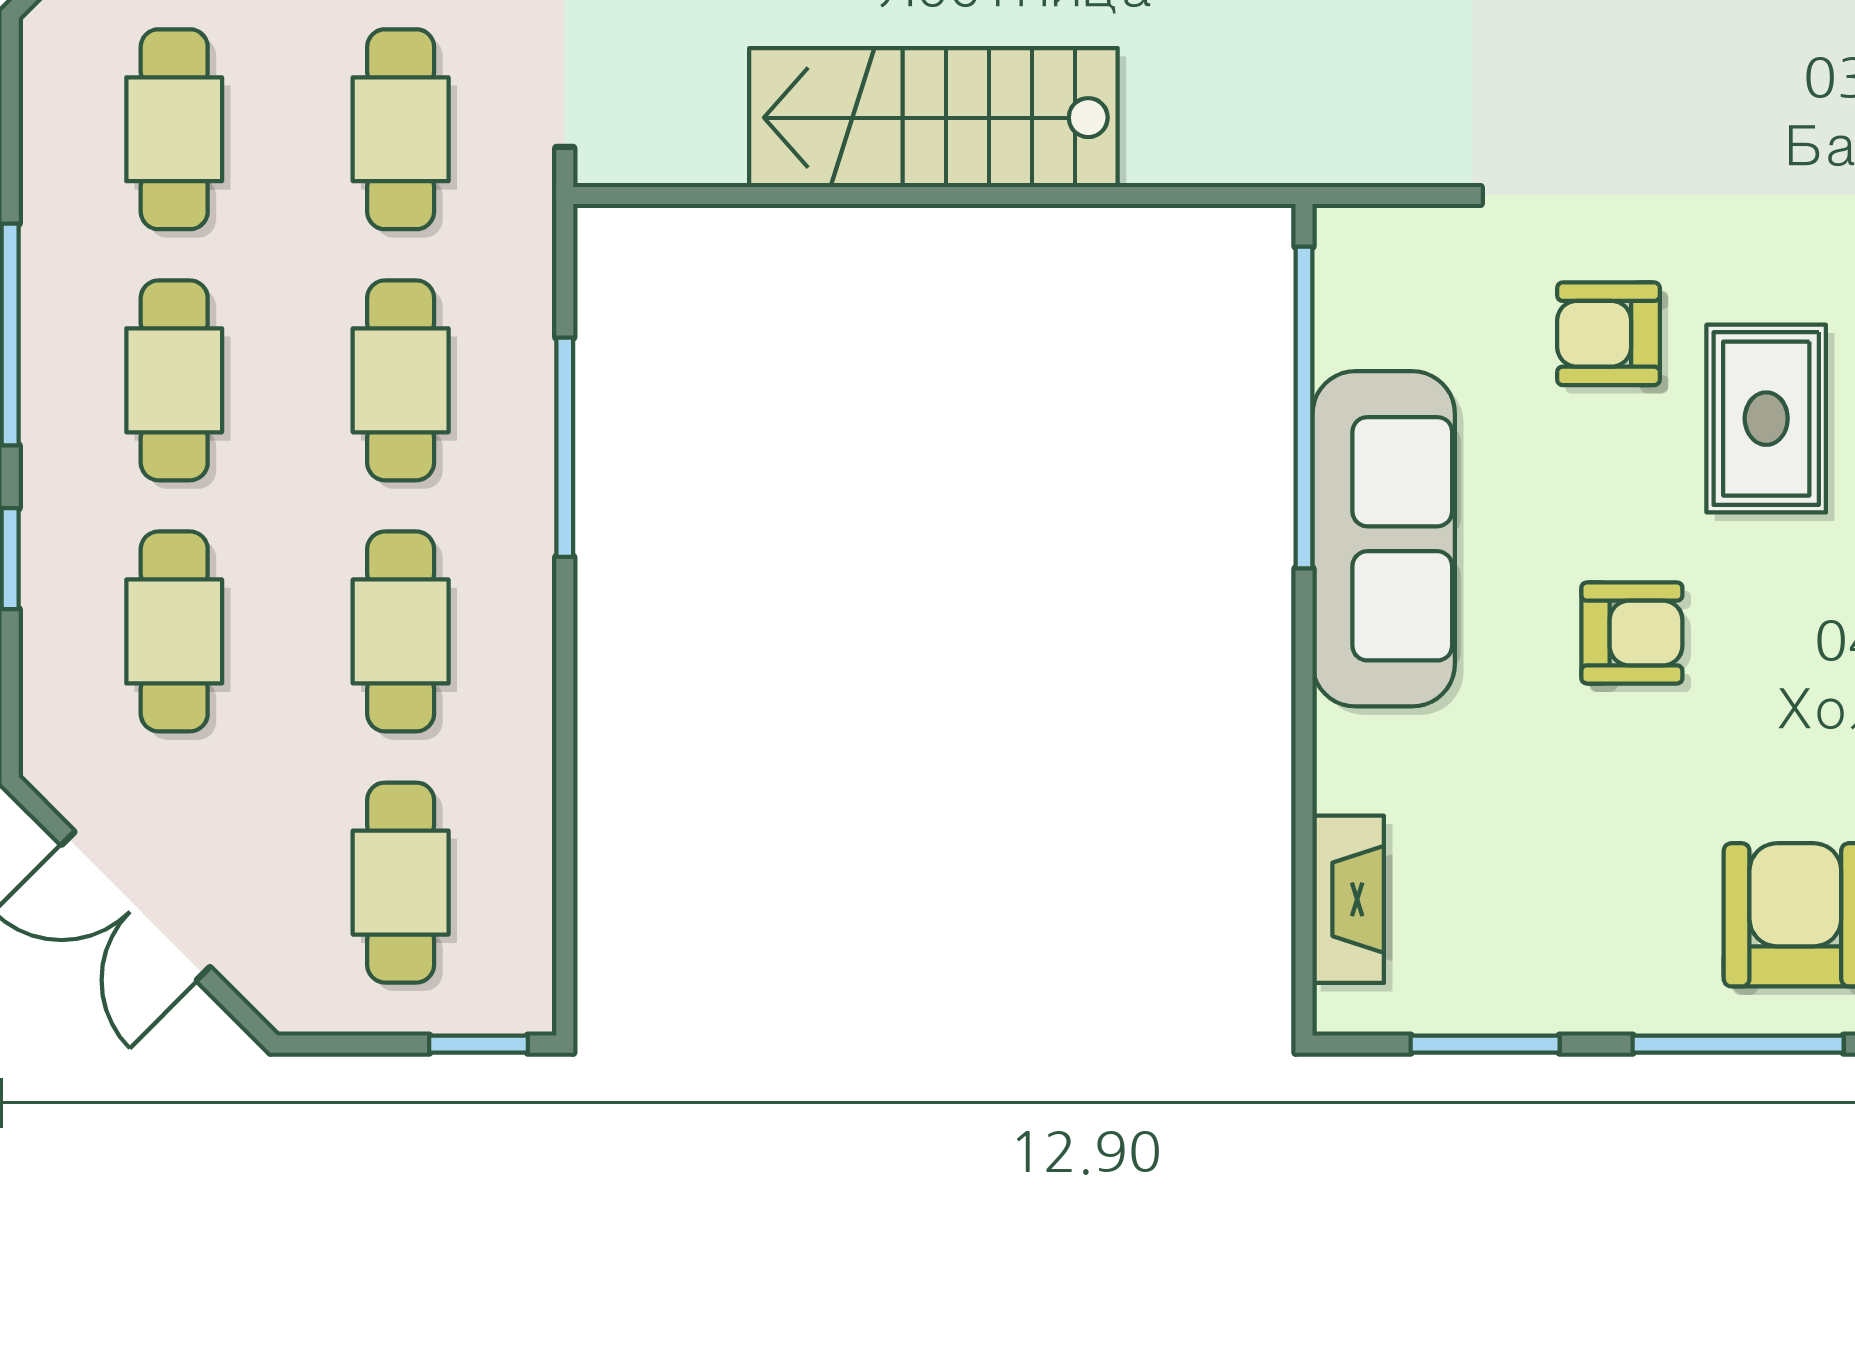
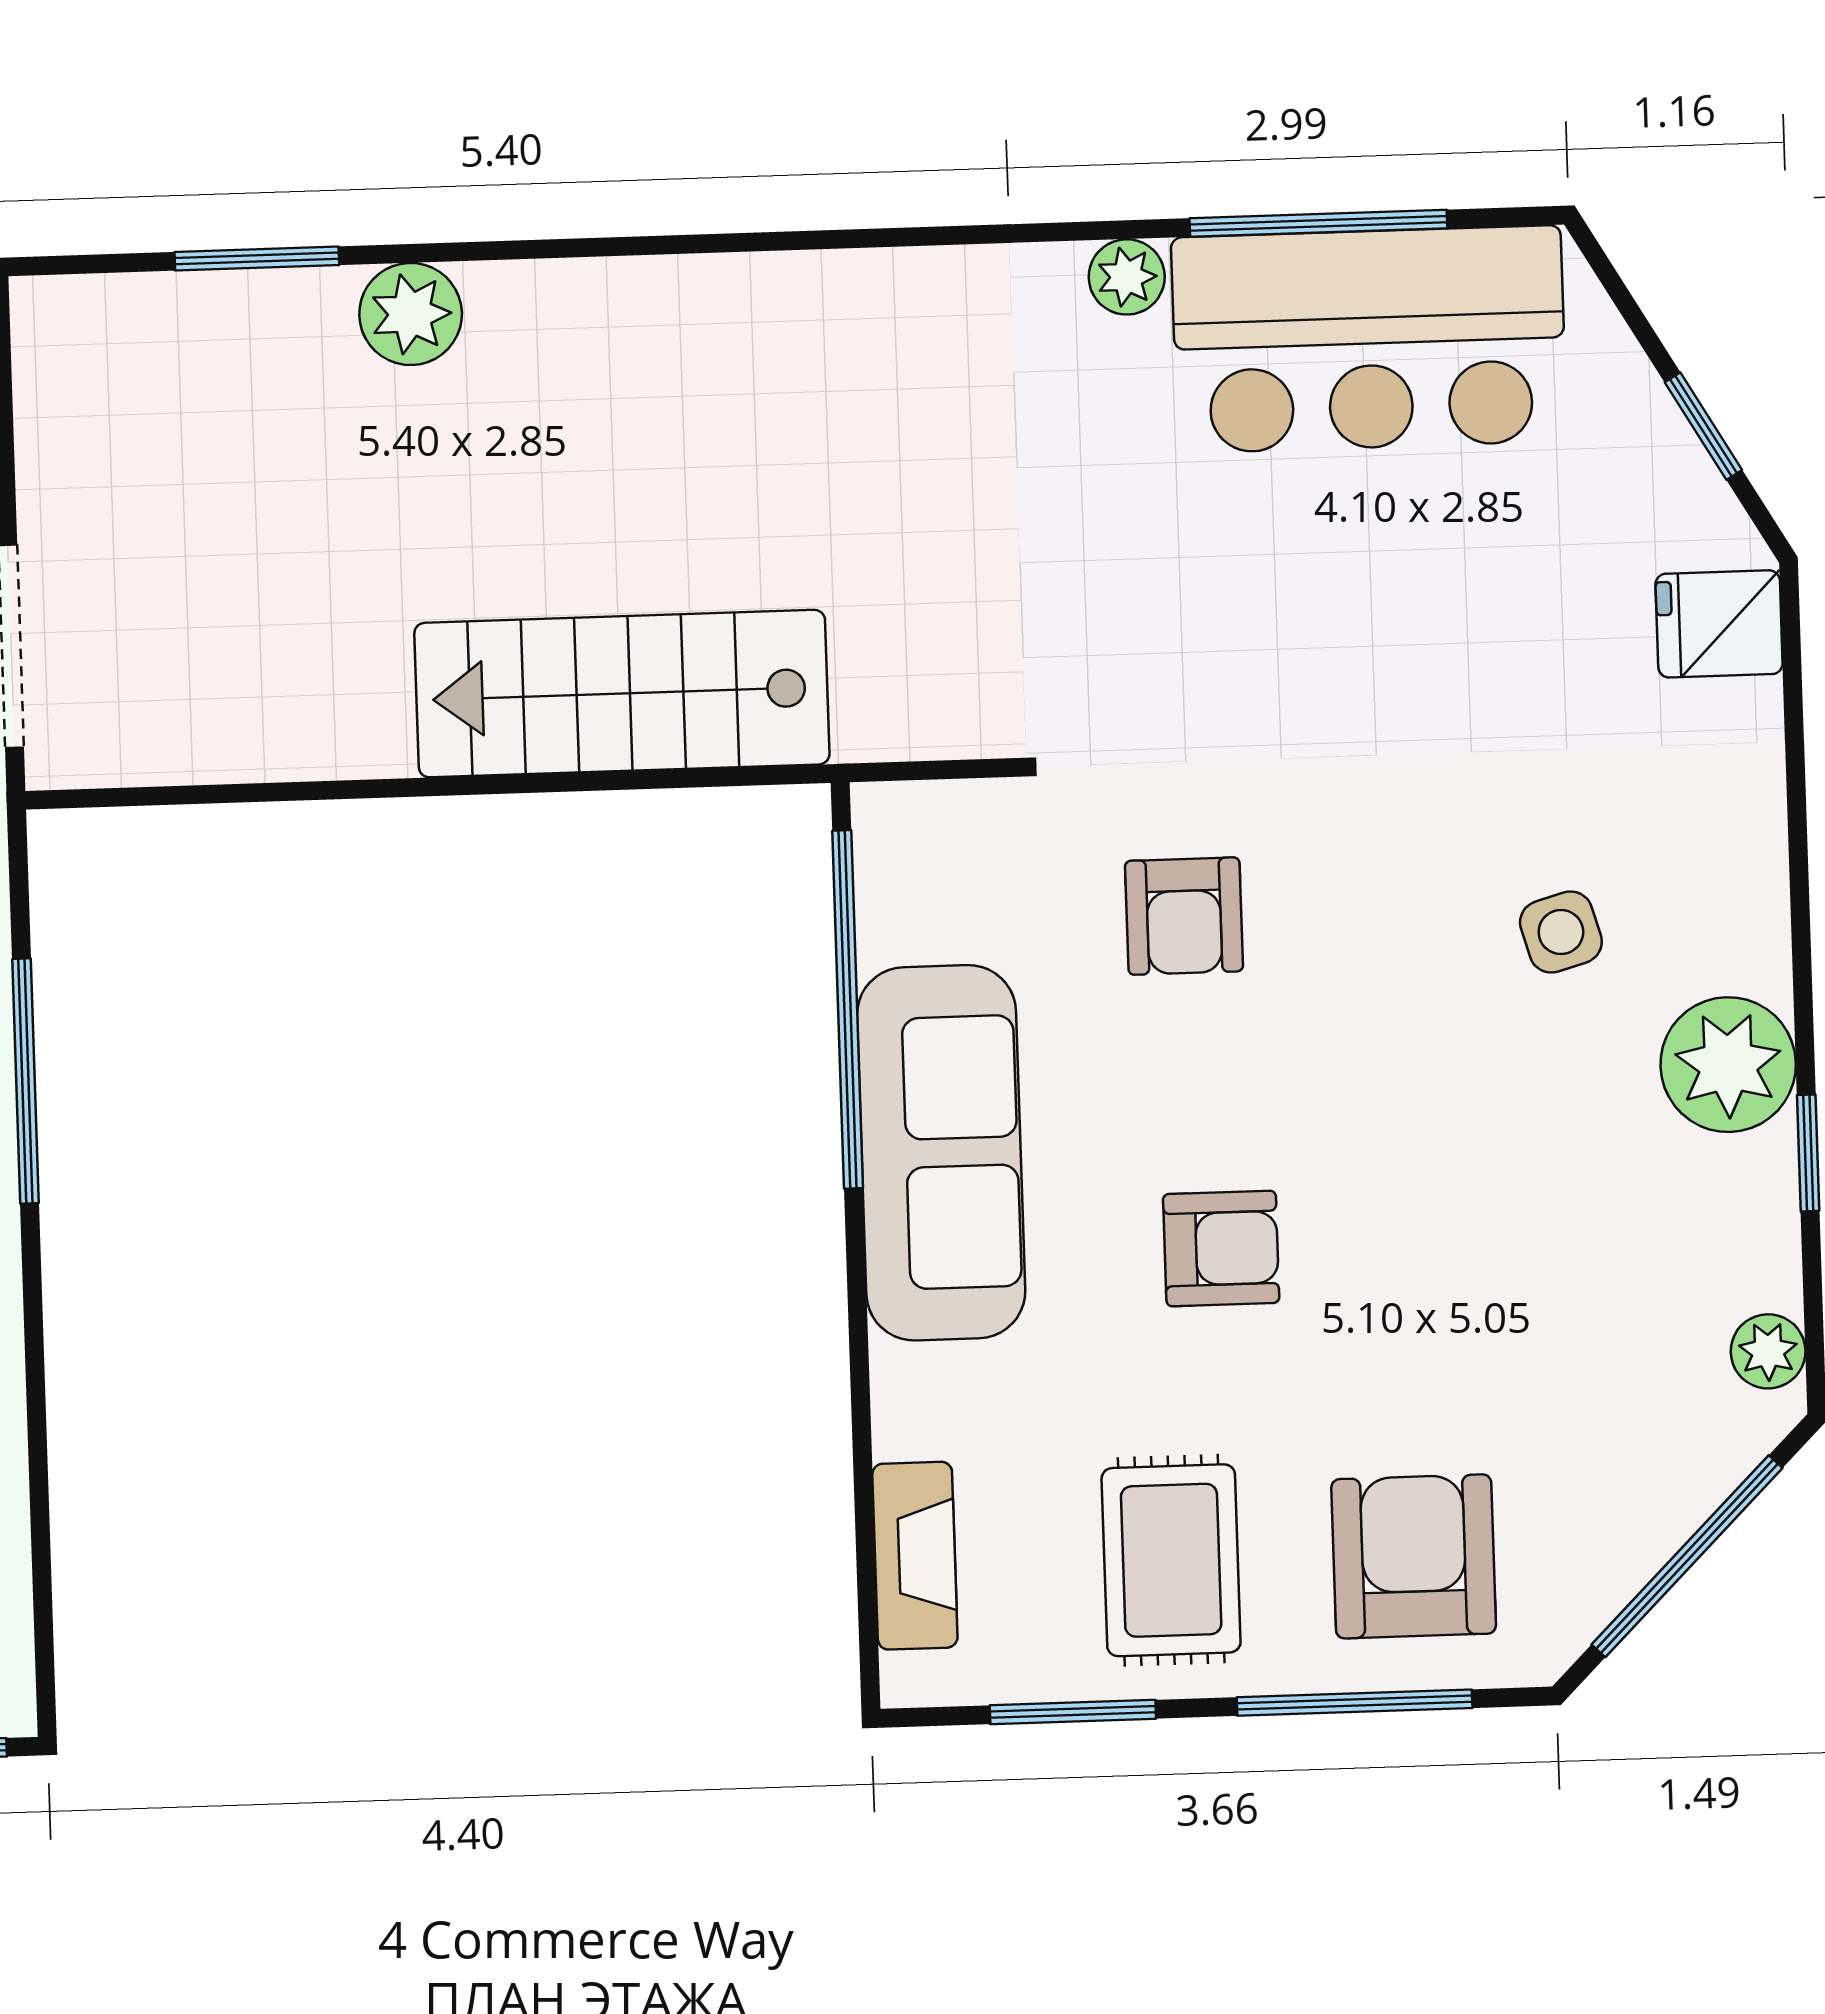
stairs: (933, 118) -> (622, 694), moved
armchair: (1608, 334) -> (1184, 916), turned -90
rug: (1766, 419) -> (1171, 1560), moved

